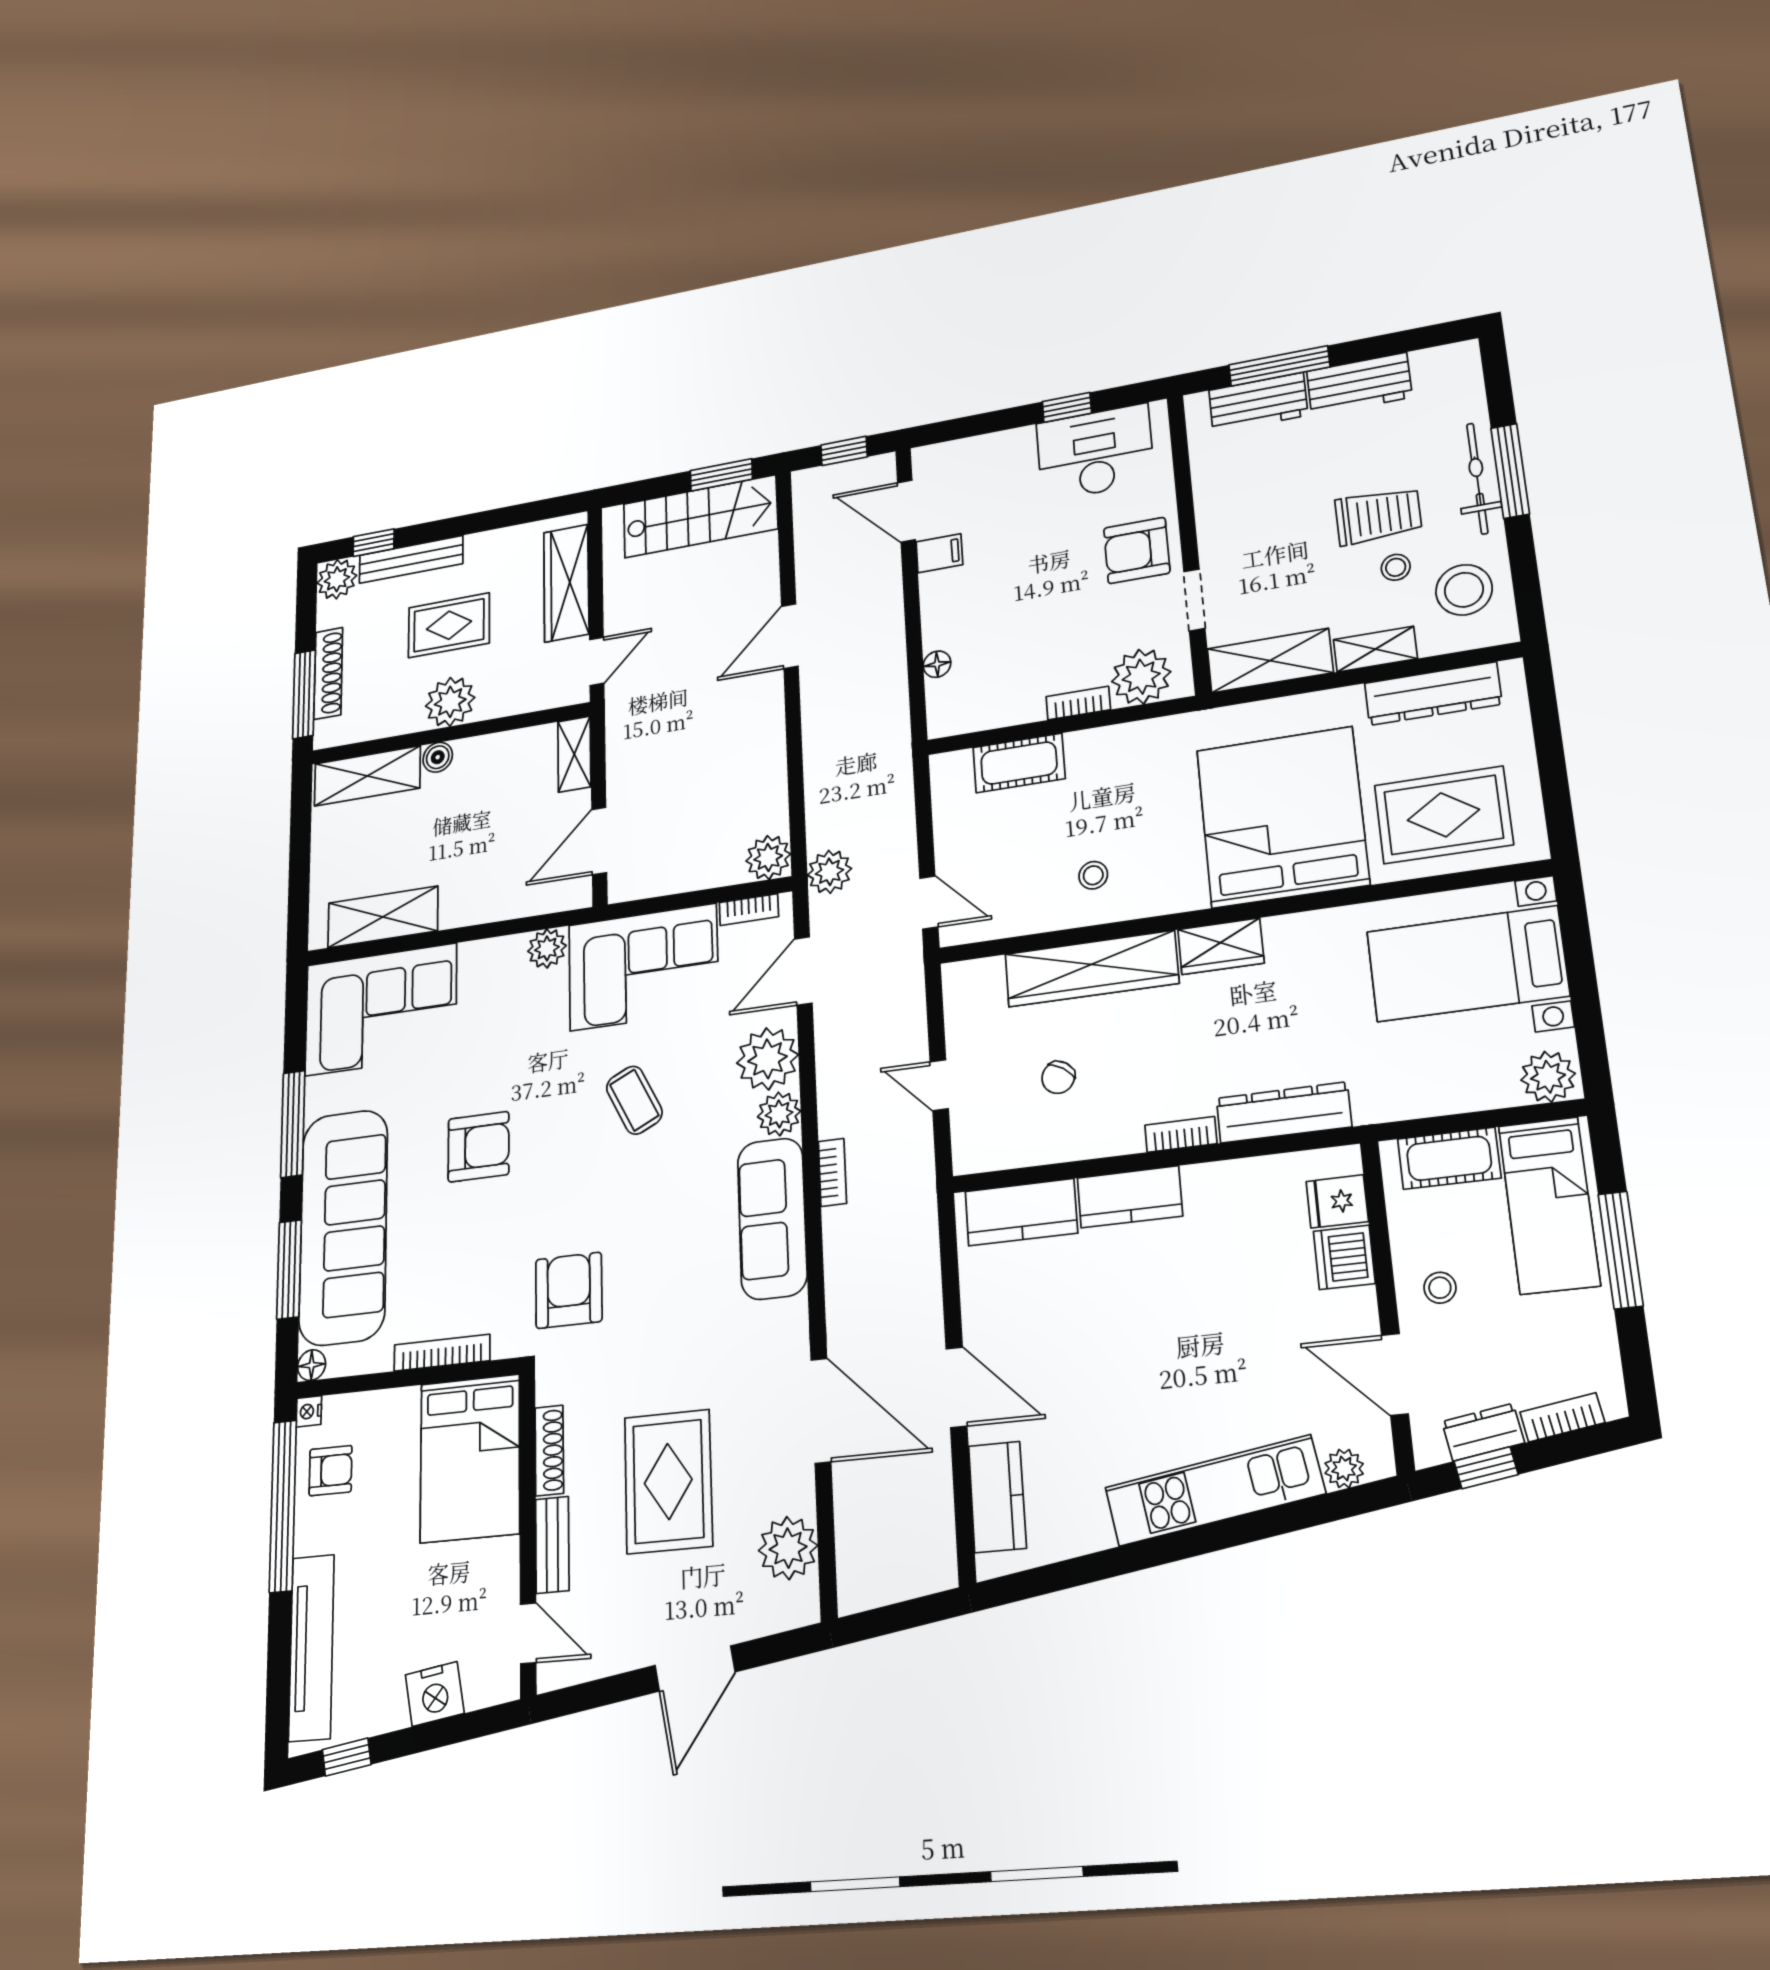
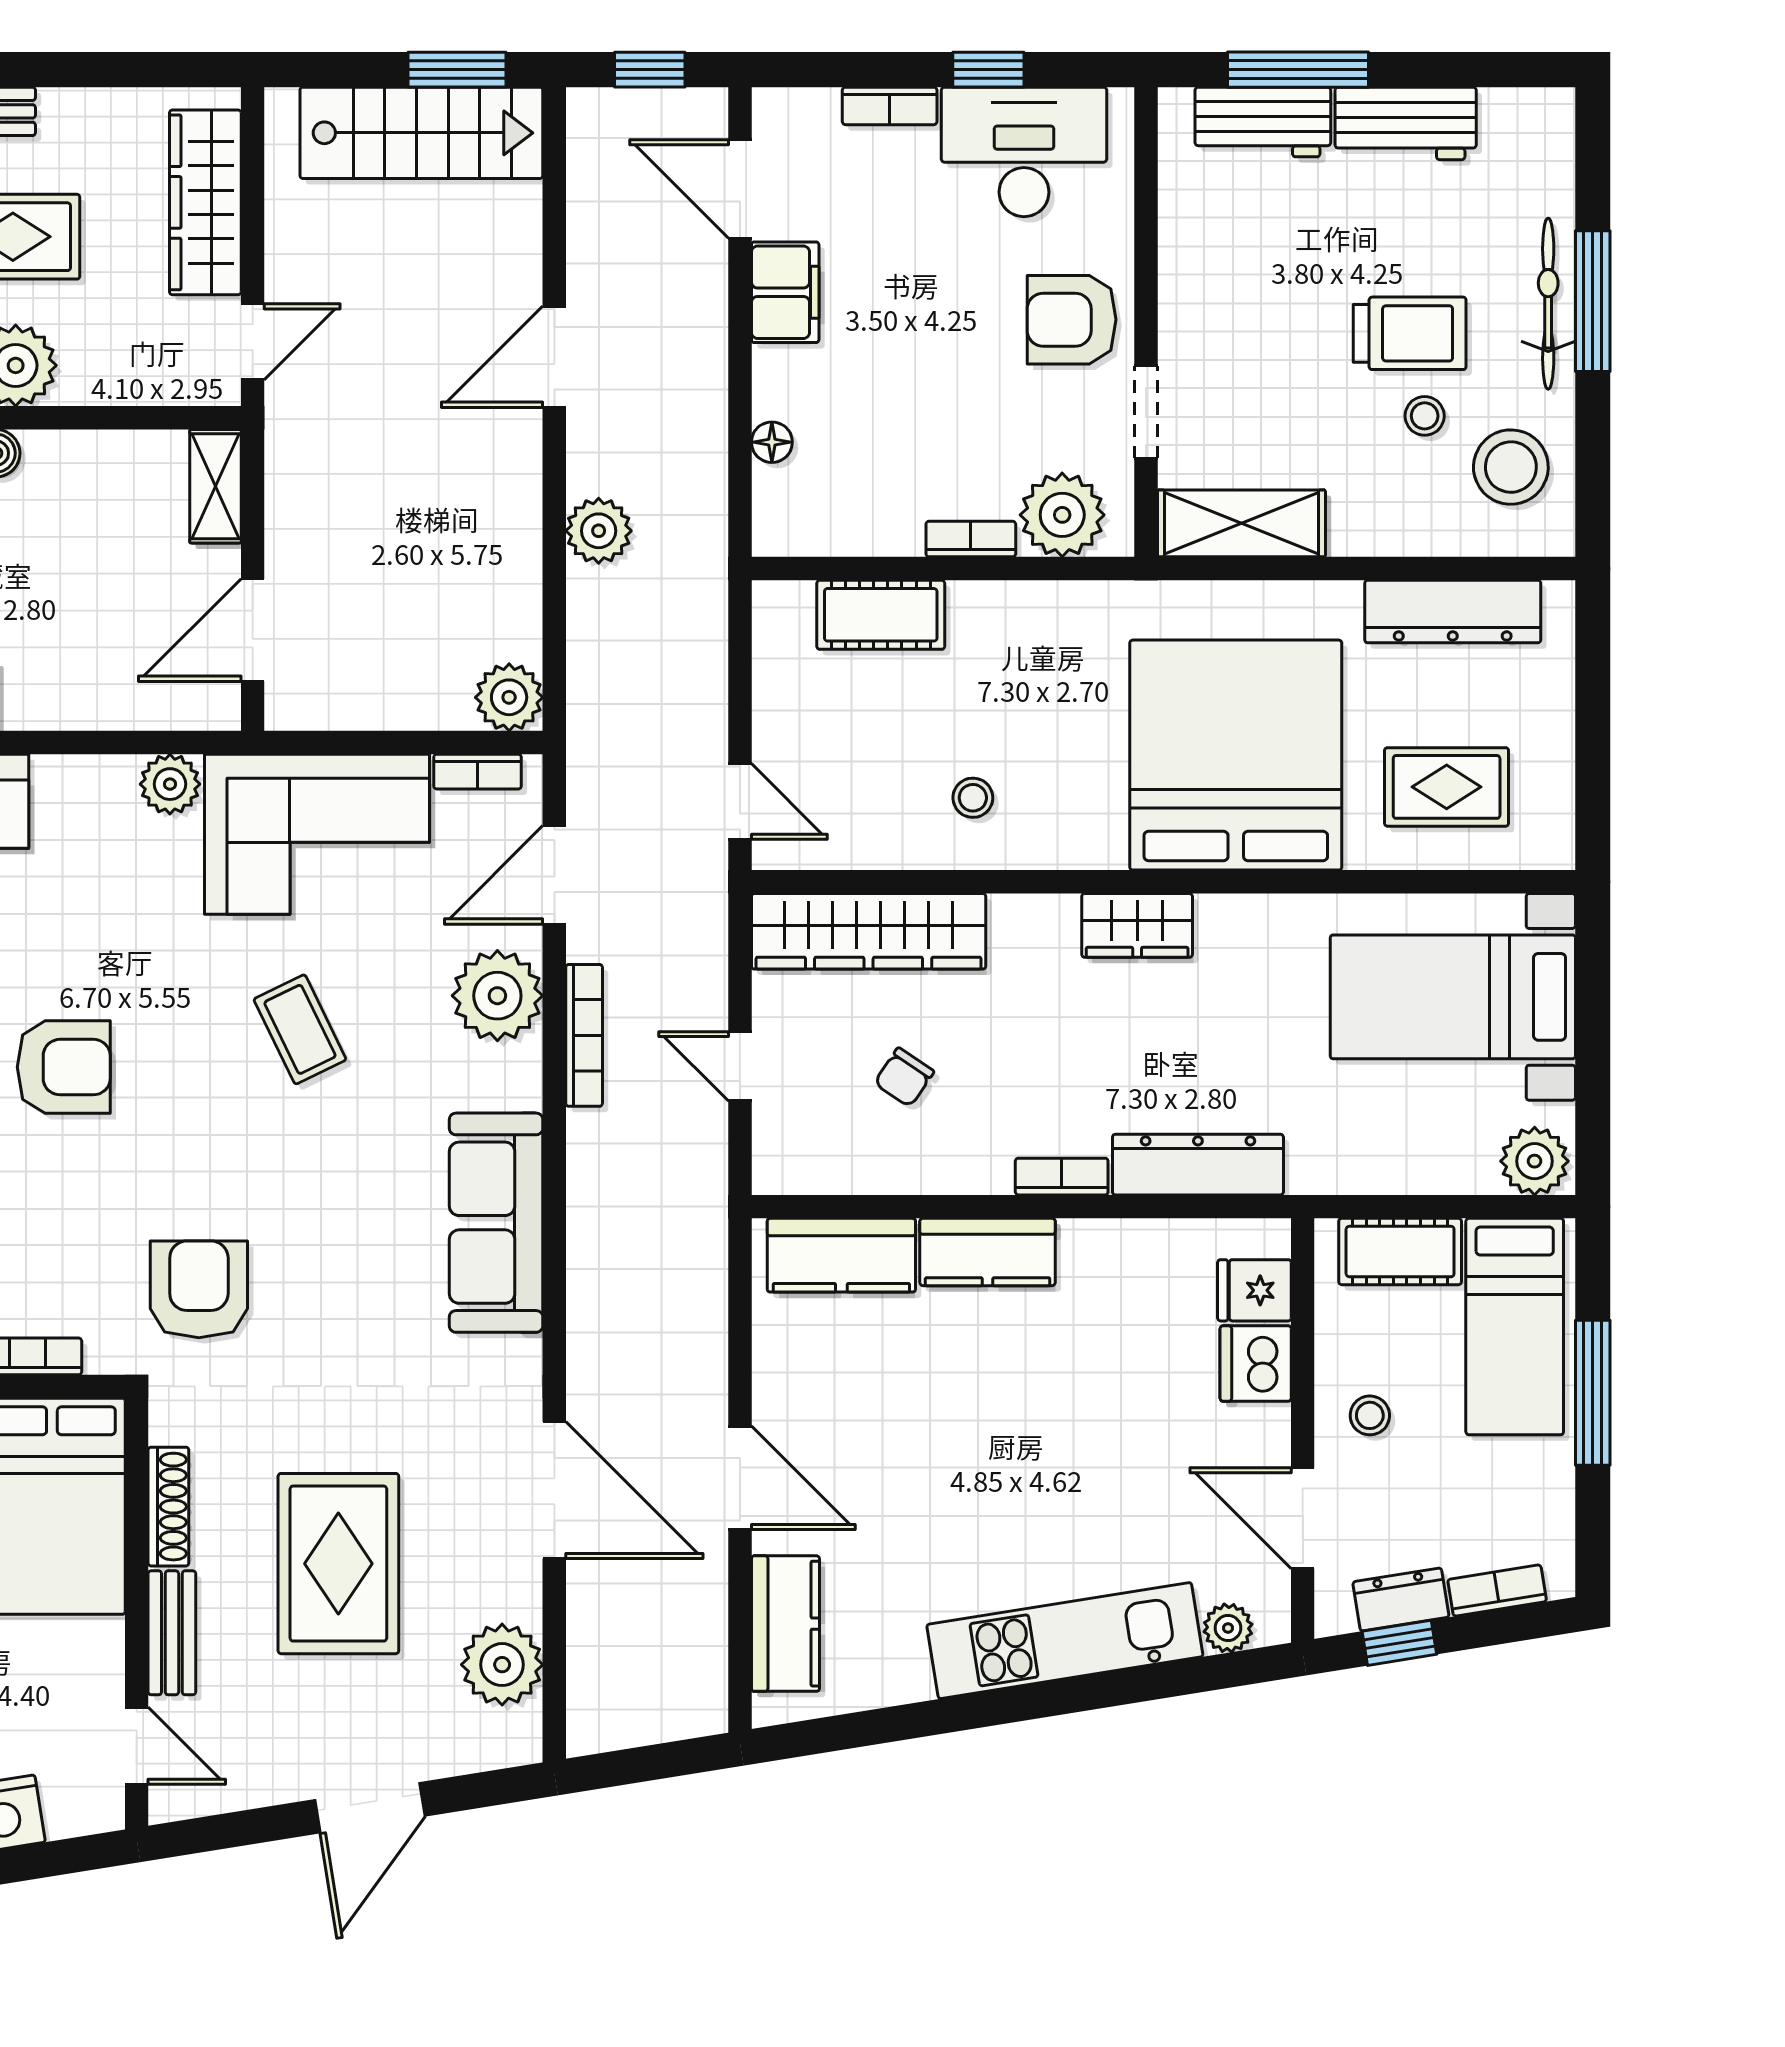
bookcase: (1002, 442) -> (890, 106), added
filing cabinet: (939, 553) -> (785, 292), width x2.00
shelving: (1375, 649) -> (1384, 532), removed
rug: (1443, 815) -> (1447, 787), width x0.73, depth x0.70
plant: (829, 872) -> (599, 531), moved
wardrobe: (1091, 969) -> (869, 931), moved
plant: (779, 1114) -> (511, 1077), removed
bookcase: (832, 1172) -> (584, 1035), moved, width x1.56

